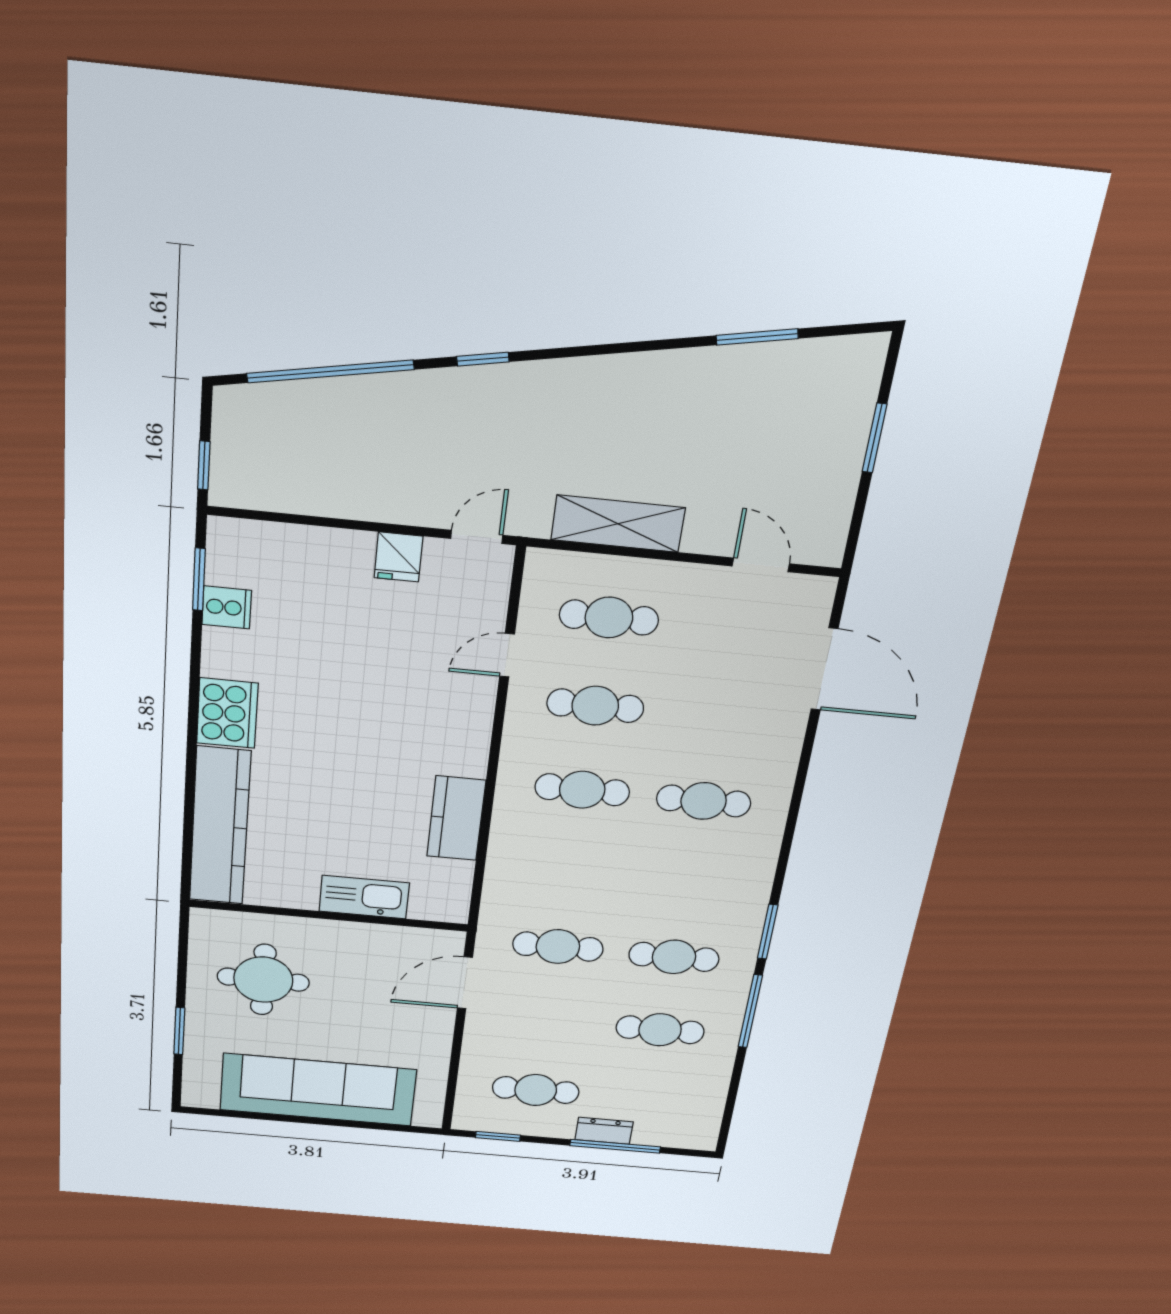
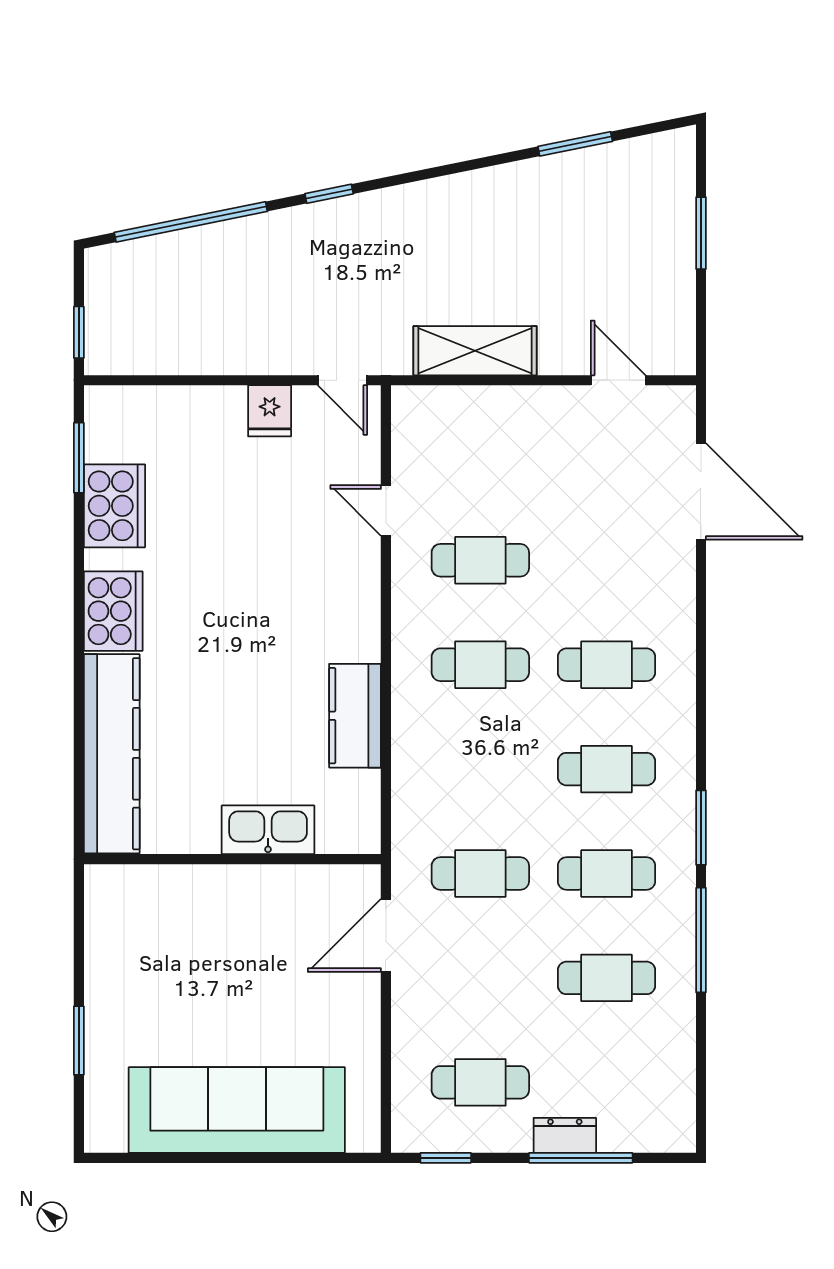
door: (477, 537) -> (342, 380), swing flipped
cooker: (227, 607) -> (114, 506), width x1.87, depth x1.31
cafe table: (609, 618) -> (607, 769), moved
door: (507, 655) -> (386, 511), hinge flipped
round table: (263, 980) -> (167, 956), removed

